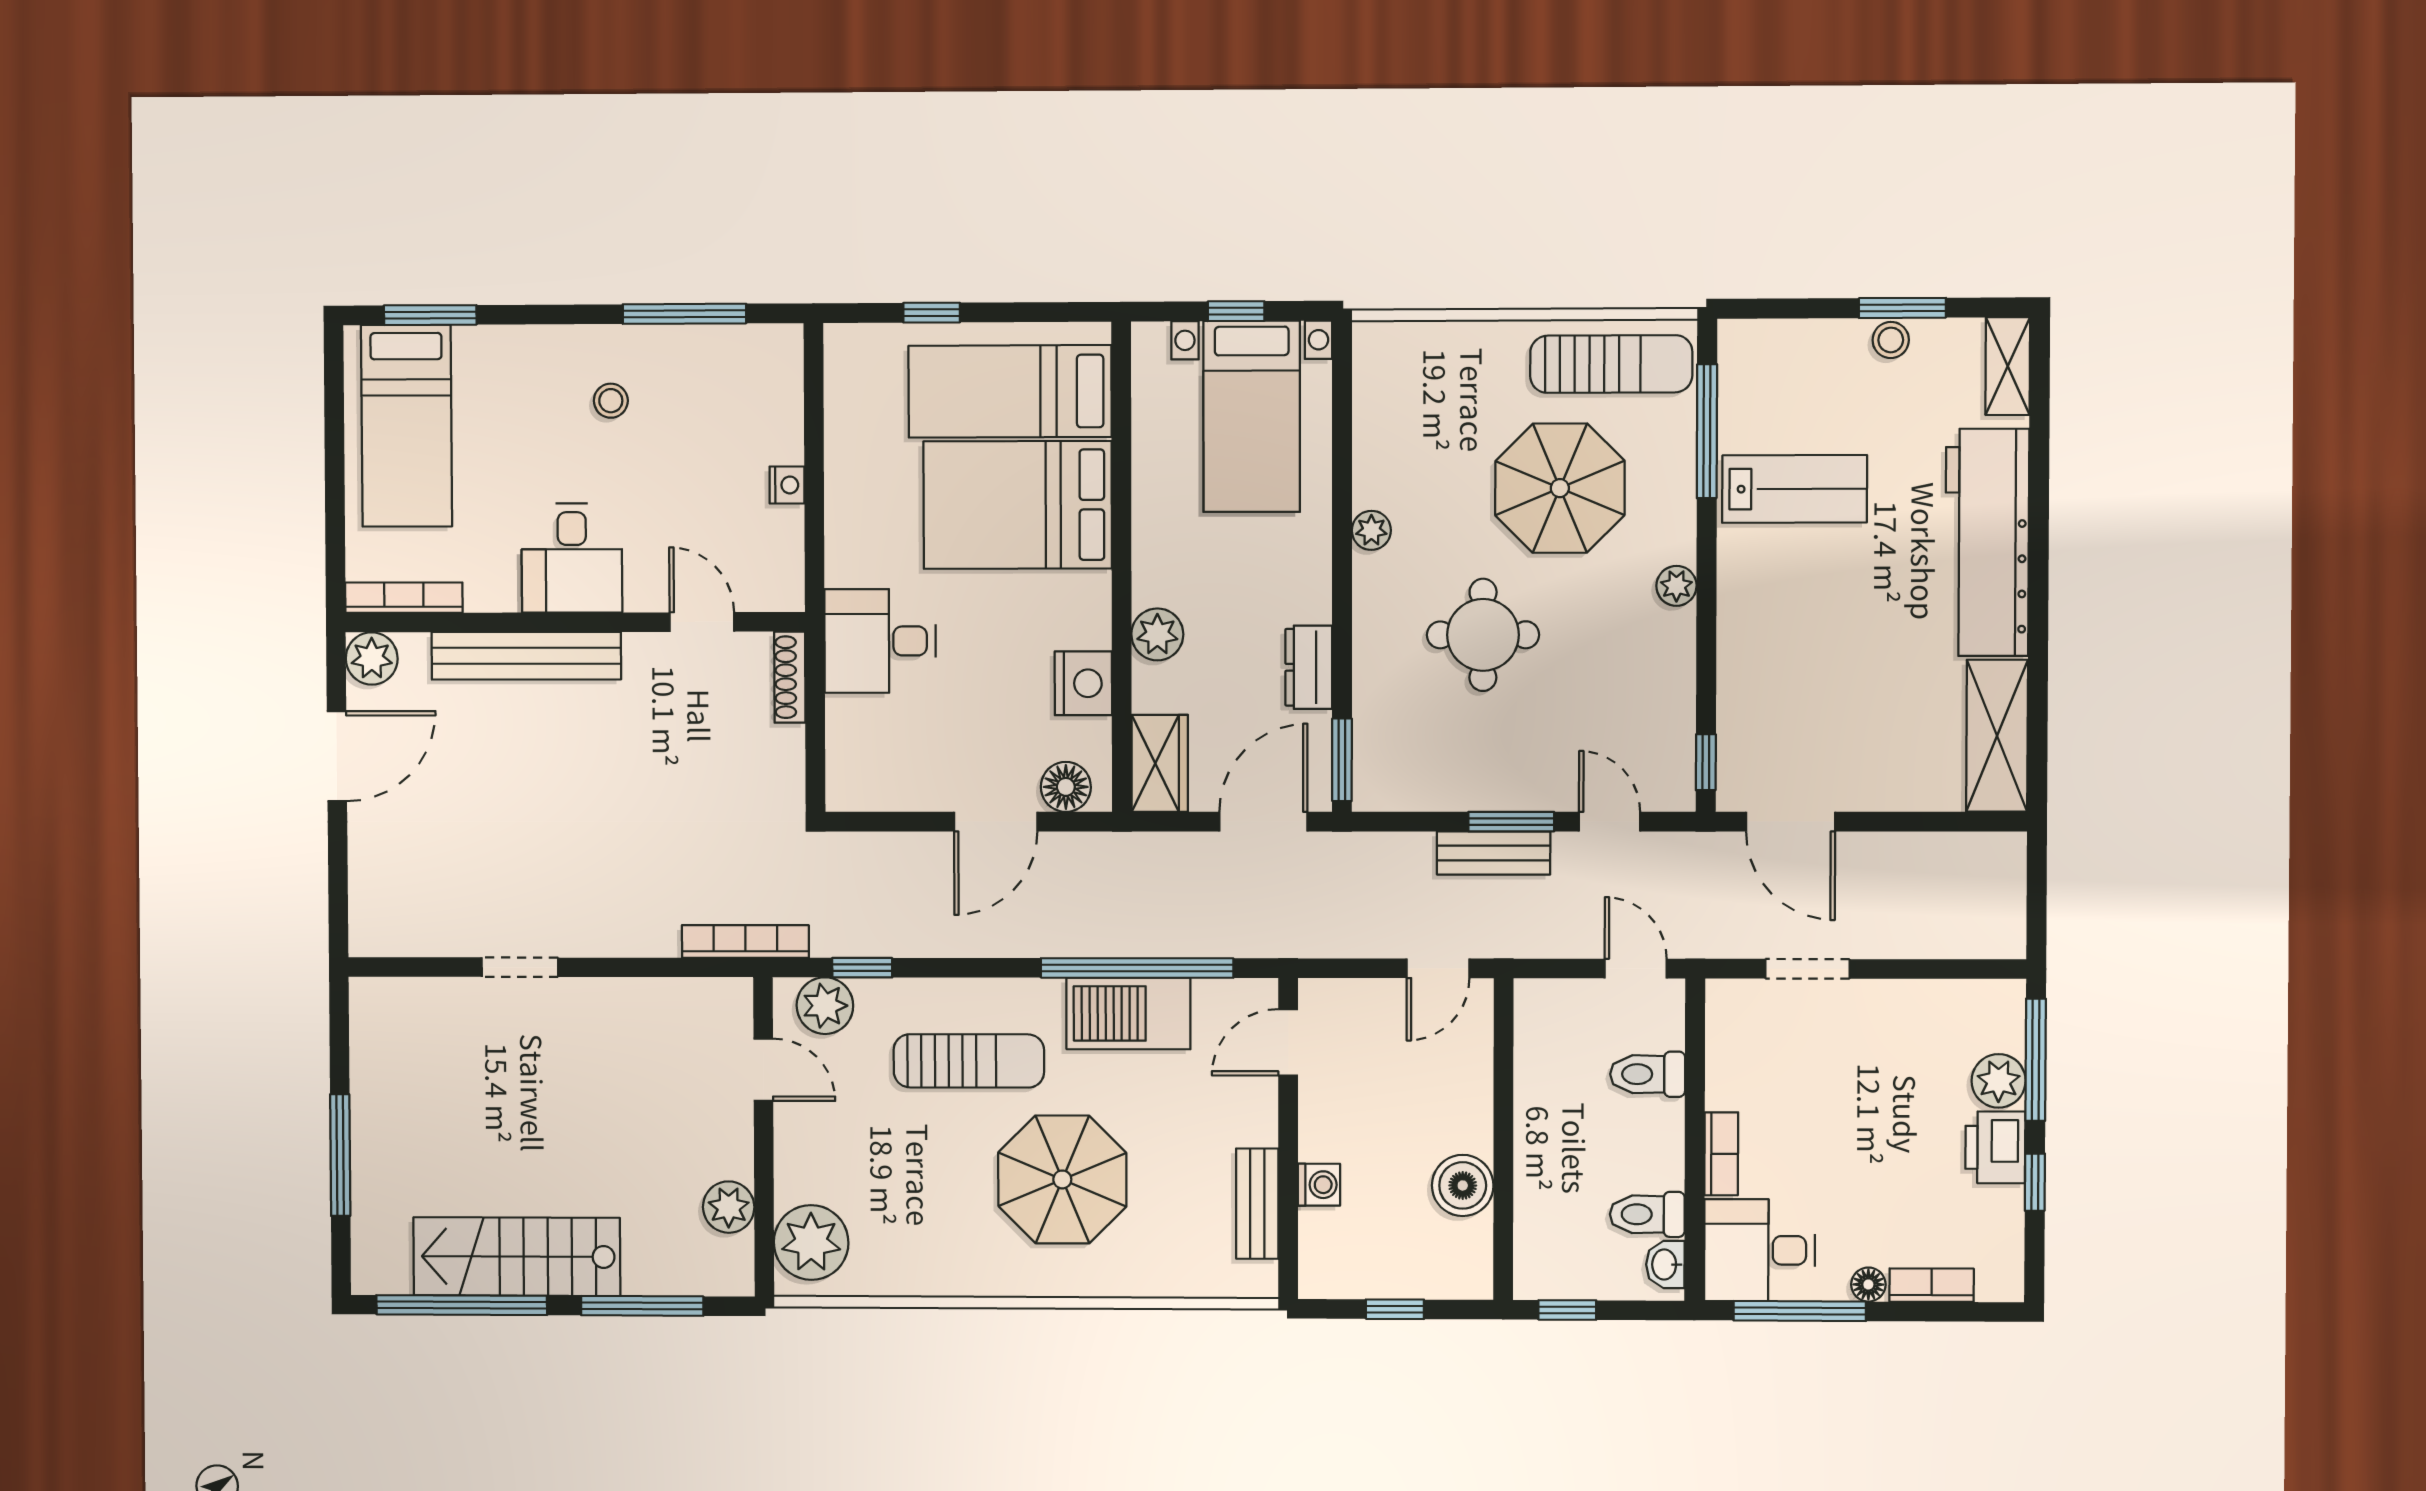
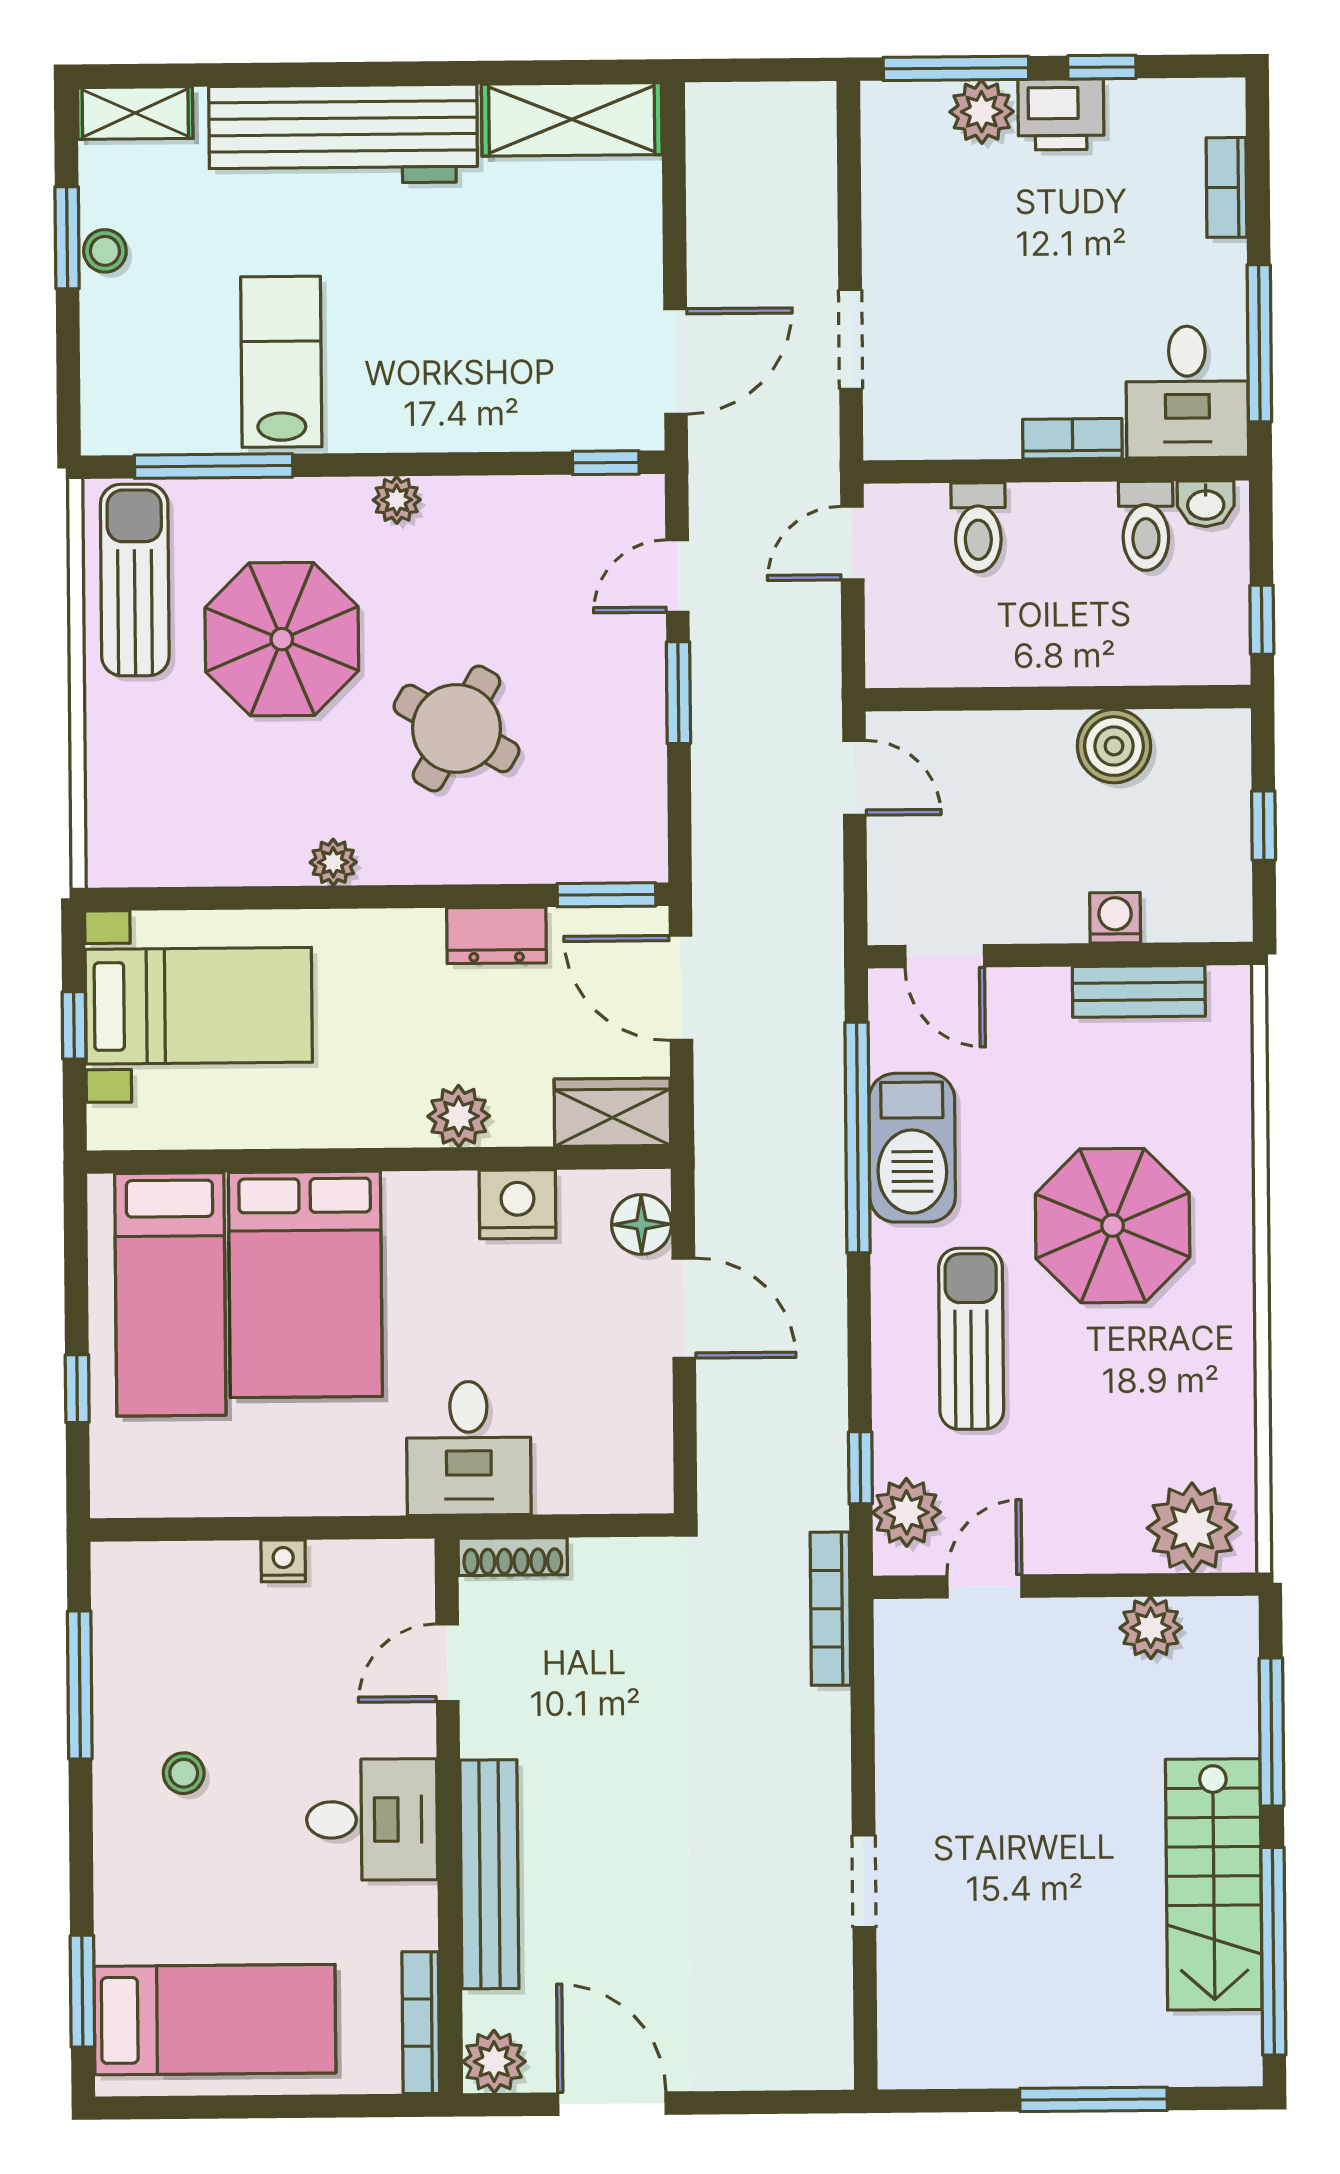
round table: (1483, 635) -> (456, 728), turned 30
bench: (1494, 853) -> (716, 713), removed
floor lamp: (1868, 1285) -> (1227, 262), removed

